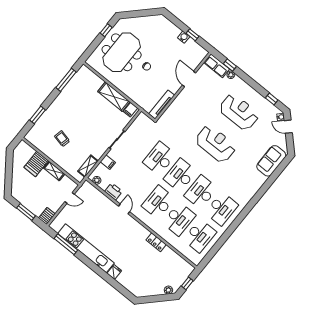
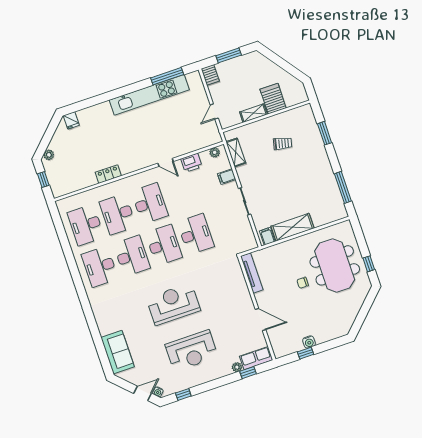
reception desk: (216, 144) -> (173, 304), turned 180
fridge: (114, 272) -> (71, 120), moved

